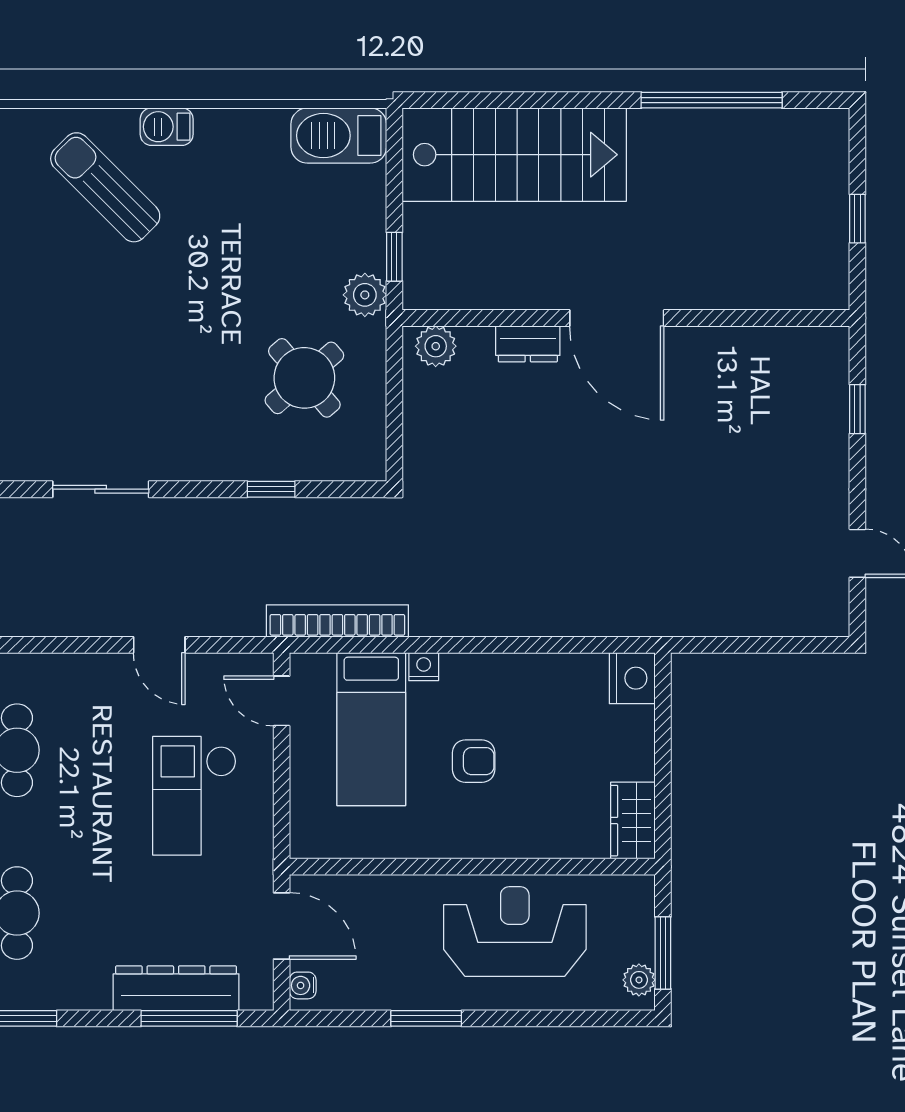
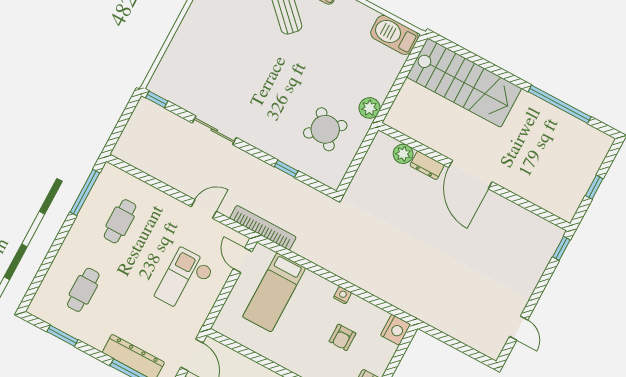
window: (394, 257) -> (391, 99), removed
plant: (436, 346) -> (403, 154), moved
window: (857, 409) -> (561, 248), moved
bookcase: (337, 621) -> (263, 228), moved
door: (159, 645) -> (204, 209), swing flipped
nightstand: (424, 667) -> (342, 295), moved
armchair: (474, 761) -> (342, 337), moved, turned 90

